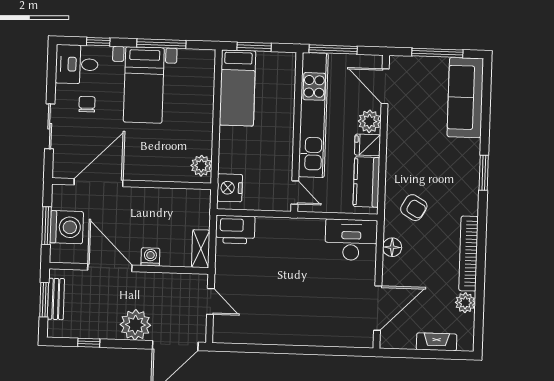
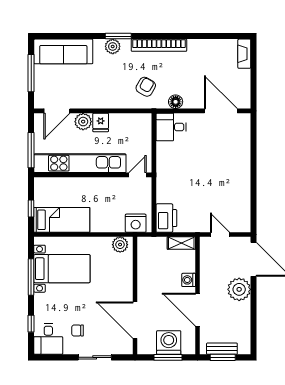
window: (254, 47) -> (31, 209), width x0.67
bed with nightstands: (144, 85) -> (62, 269), moved
kitchen counter: (366, 182) -> (128, 122), removed
desk: (351, 240) -> (171, 127), width x0.73
bookcase: (469, 254) -> (159, 45), moved
door: (110, 268) -> (198, 310), hinge flipped
door: (210, 301) -> (220, 235), hinge flipped
plant: (465, 303) -> (113, 46), moved
fireplace: (437, 342) -> (244, 54), moved
window: (89, 343) -> (254, 323), removed

